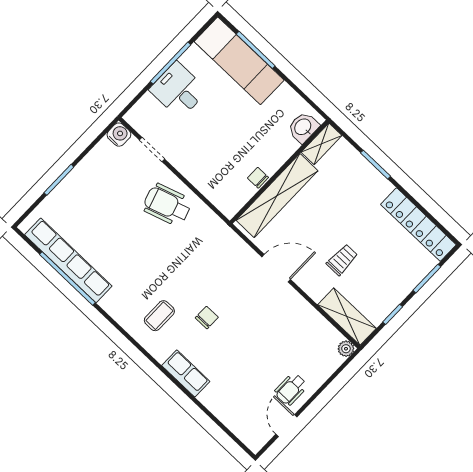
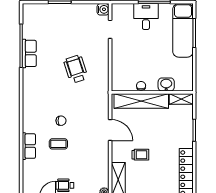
washbasin: (303, 127) -> (166, 84), moved
wheelchair: (167, 205) -> (76, 69), moved
row of seats: (68, 260) -> (29, 53), width x0.50
coffee table: (159, 316) -> (58, 144), moved
row of seats: (186, 373) -> (29, 146), moved

